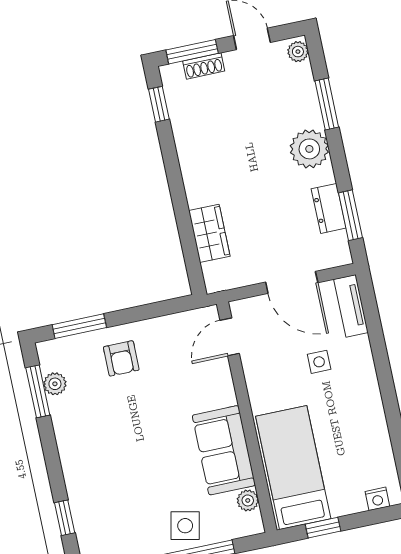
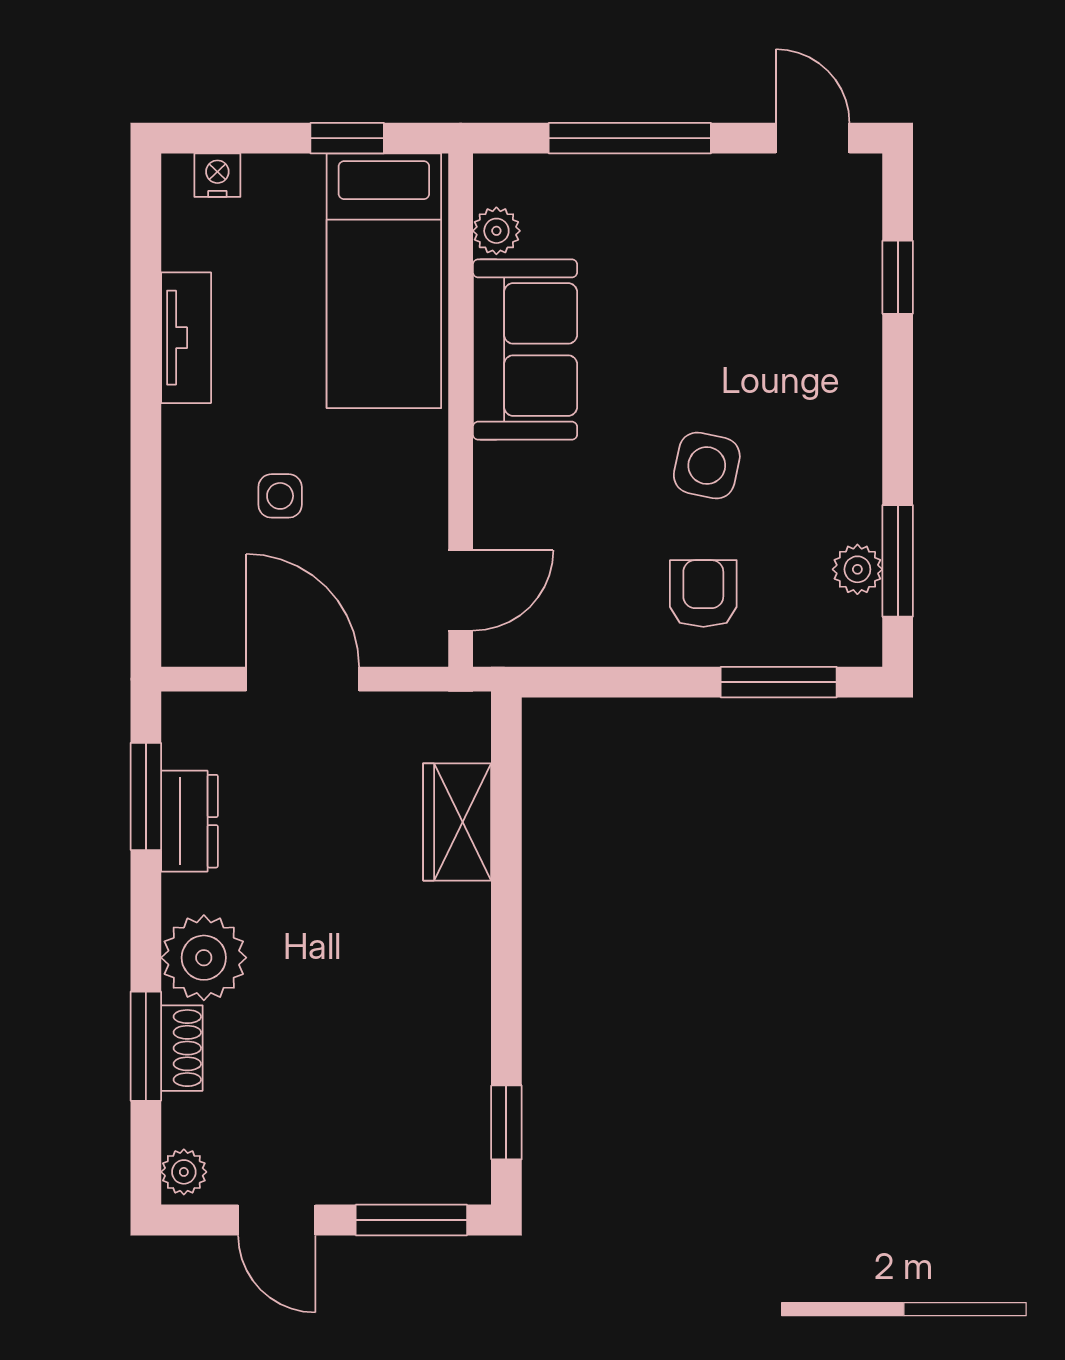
shoe rack: (204, 66) -> (182, 1048), moved, turned 90
tv unit: (351, 306) -> (186, 338), moved
side table: (185, 526) -> (707, 465), moved

